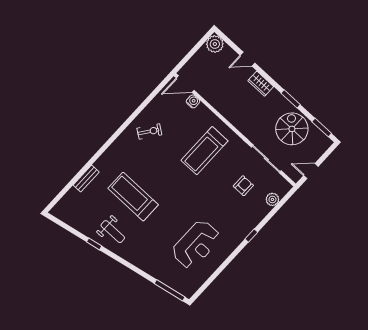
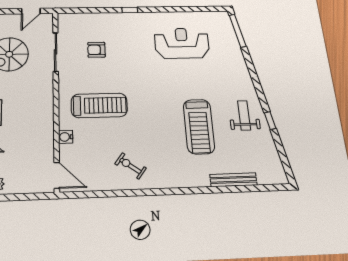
water cooler: (193, 101) -> (66, 137), moved
door: (311, 171) -> (31, 11), hinge flipped
bench: (86, 179) -> (233, 180), width x1.36
plant: (272, 199) -> (84, 19), removed

